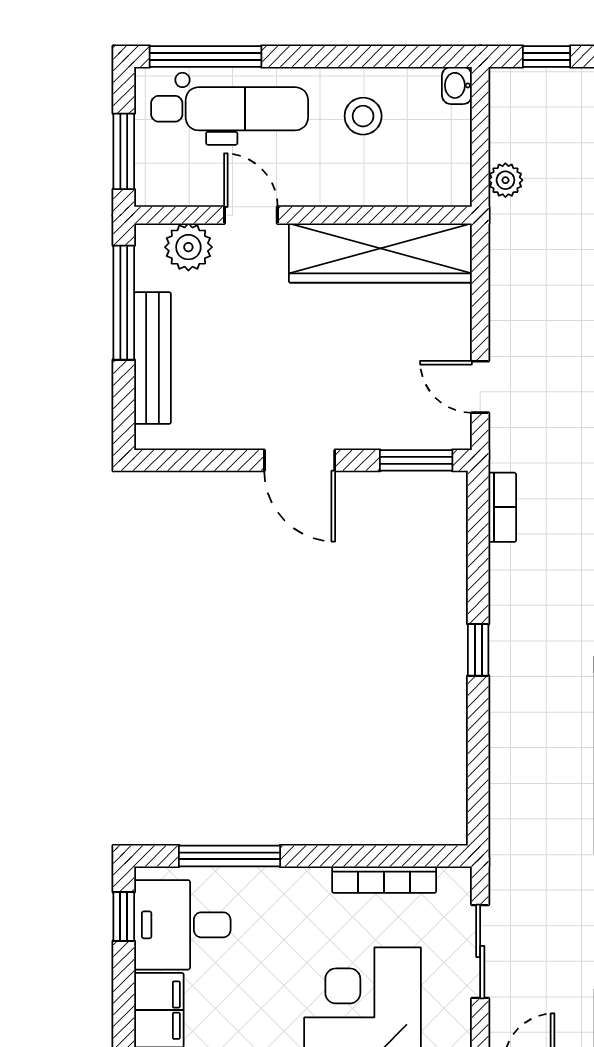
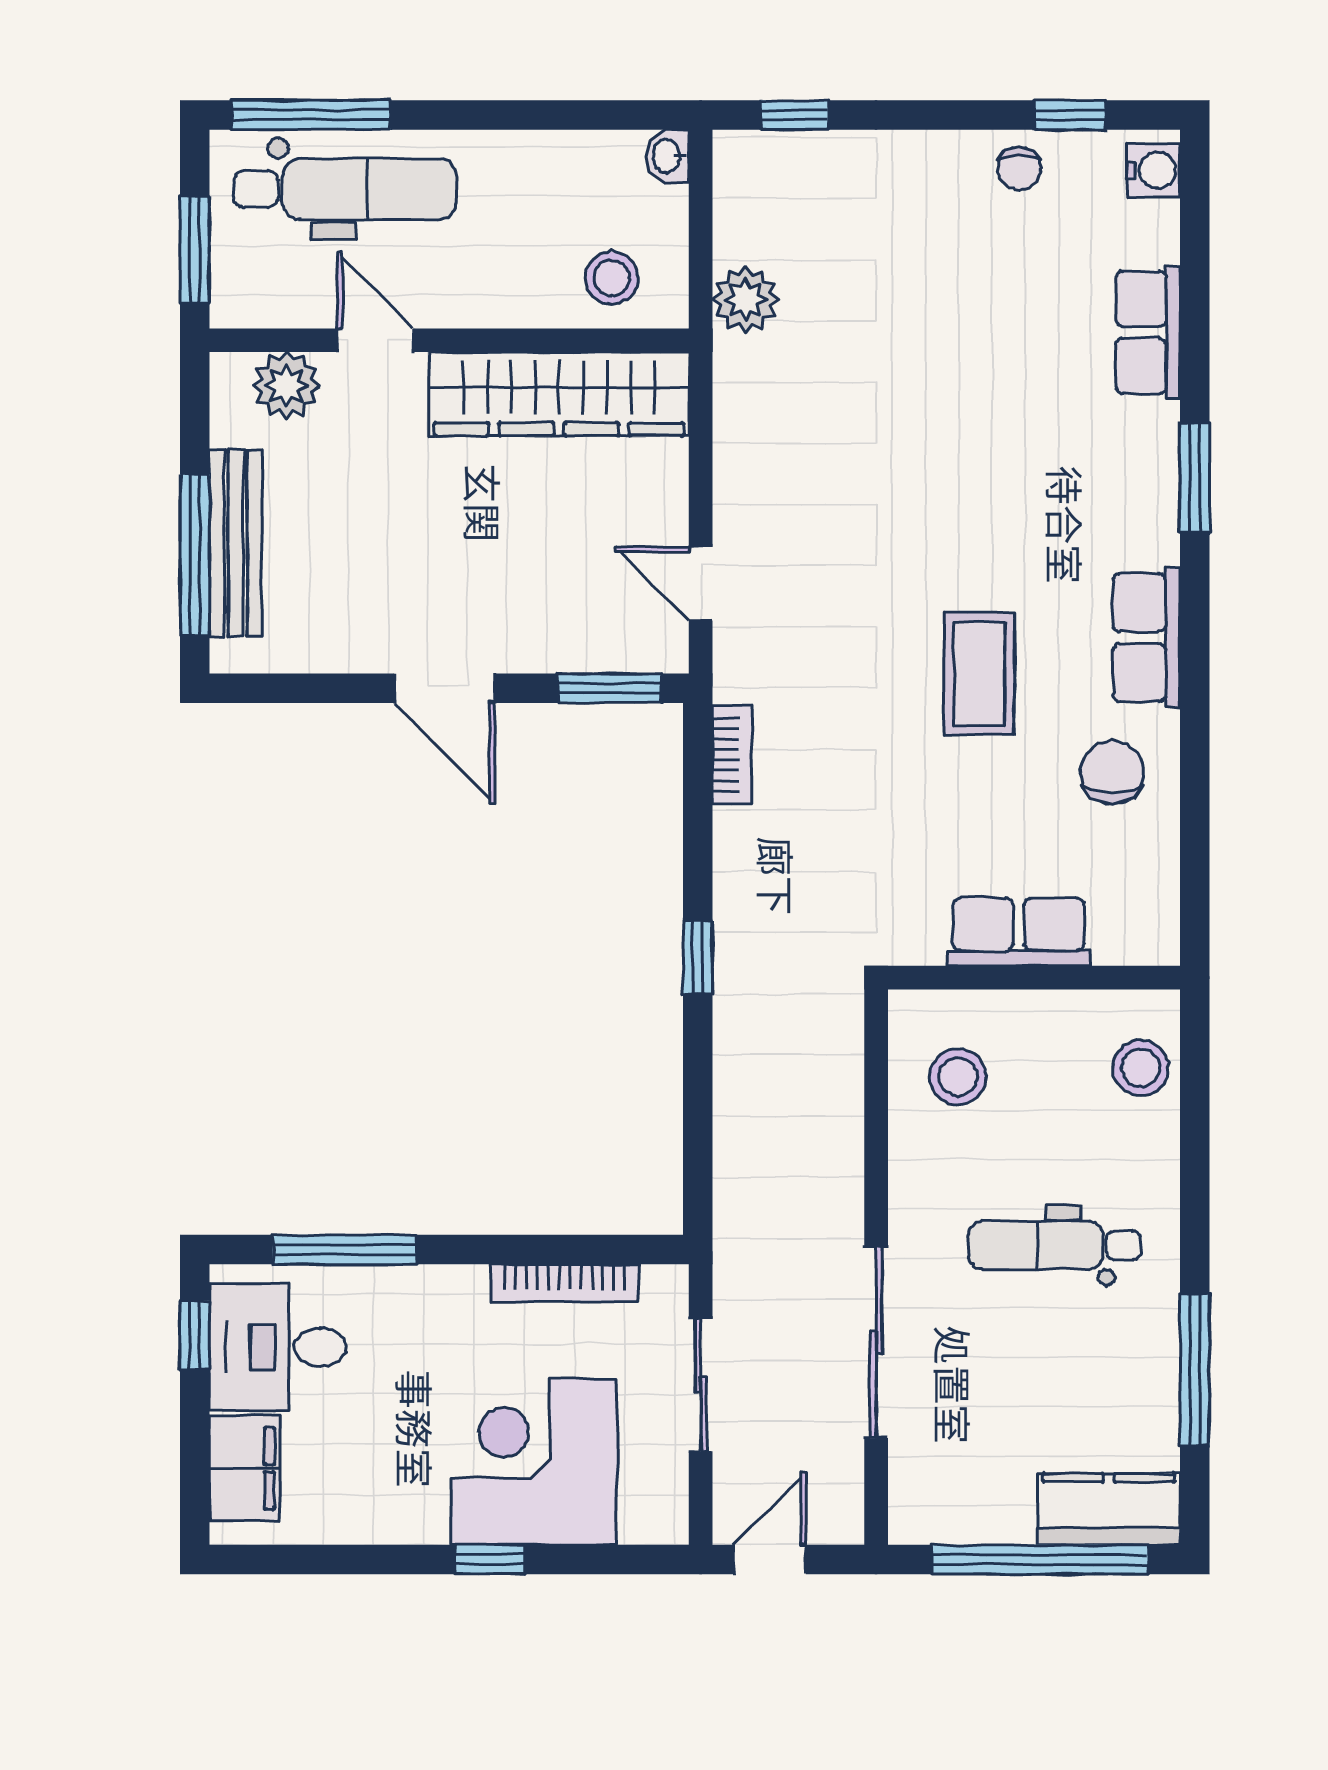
stool: (363, 116) -> (612, 278), moved
plant: (505, 180) -> (746, 300), width x1.38, depth x1.38
window: (124, 303) -> (195, 555), moved

